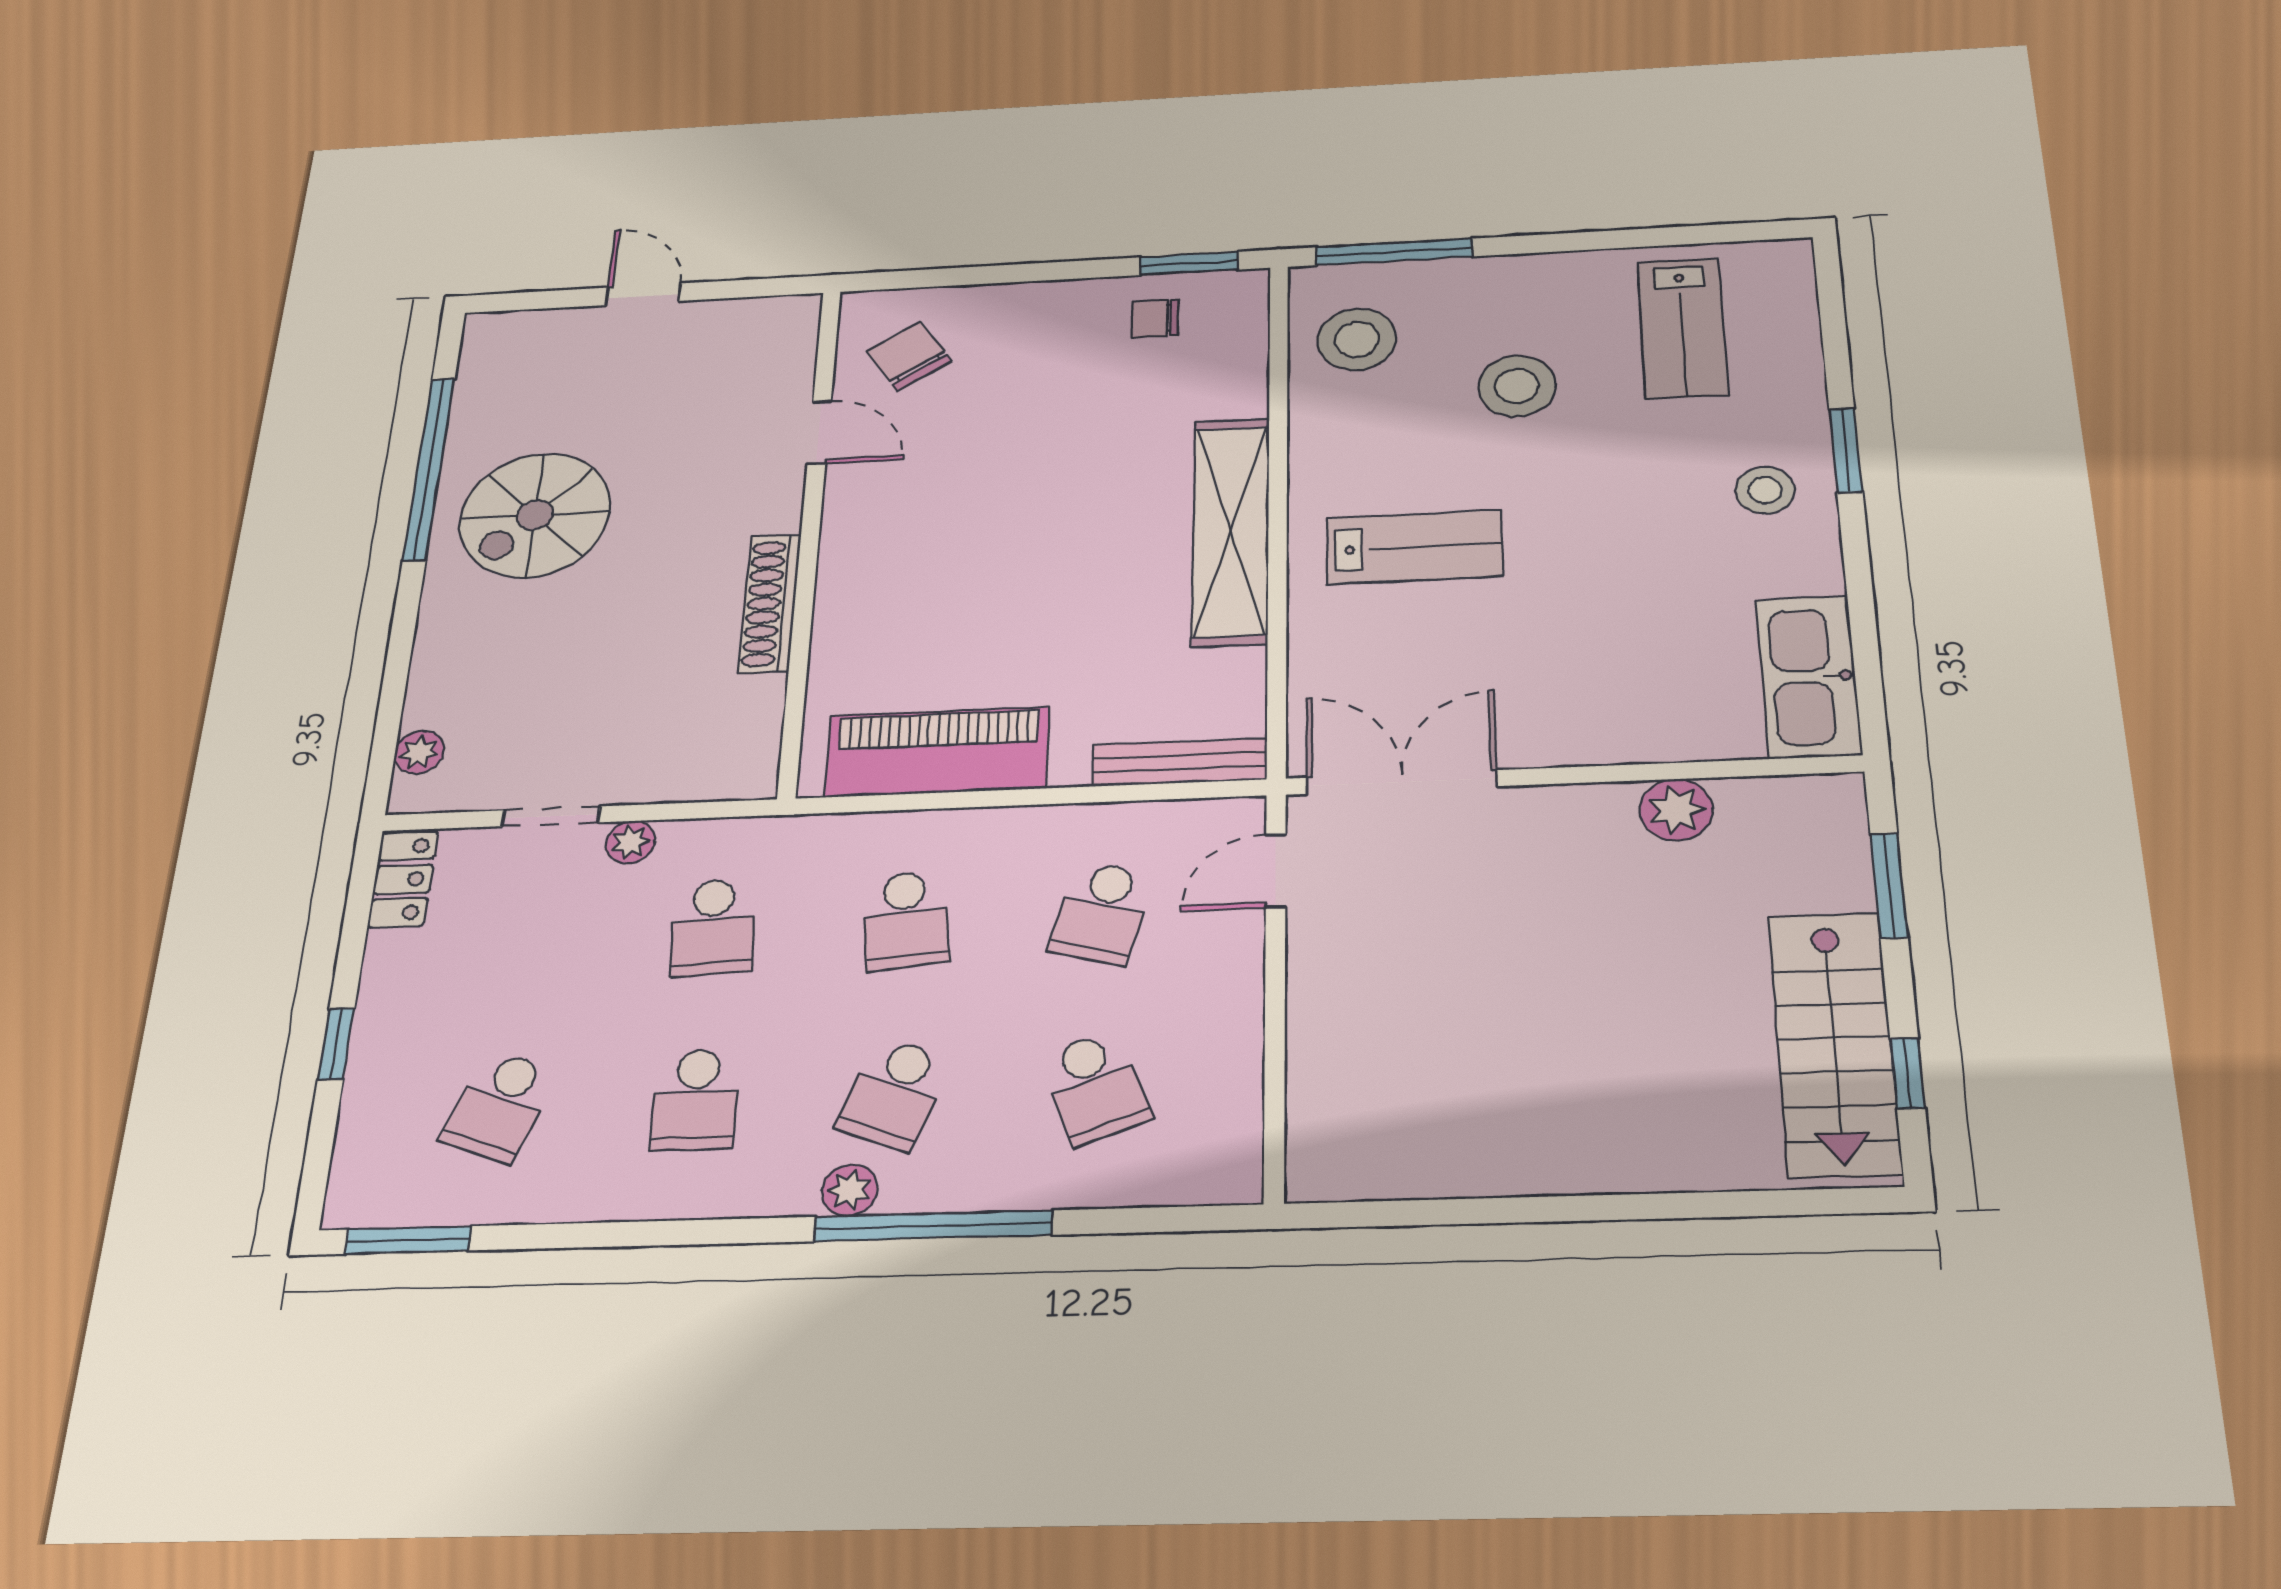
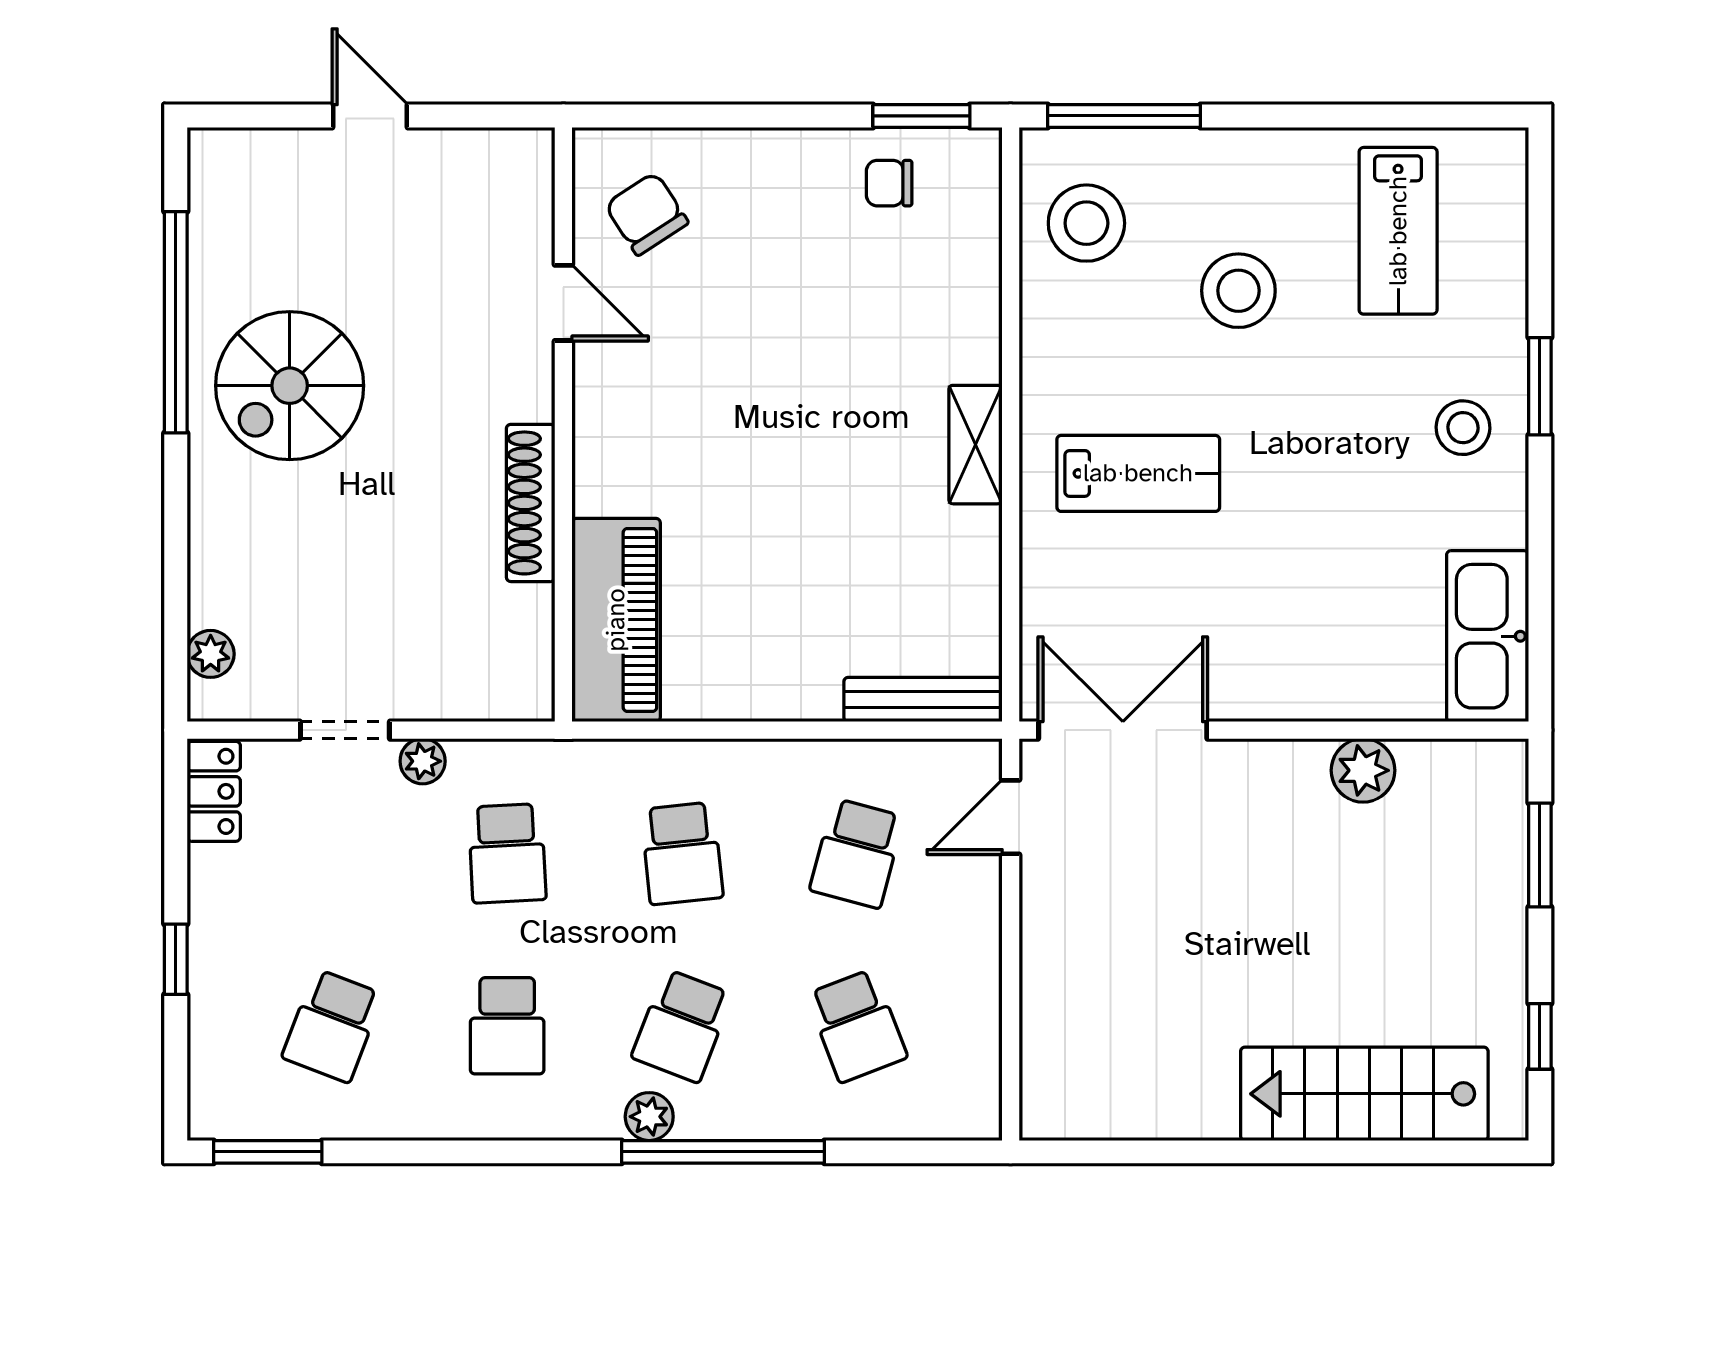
shelving: (1231, 531) -> (975, 445), width x0.45, depth x0.75
piano: (937, 752) -> (616, 620), moved, turned 90
stairs: (1834, 1043) -> (1364, 1094), moved, turned 90

